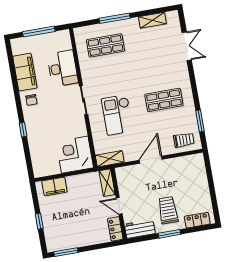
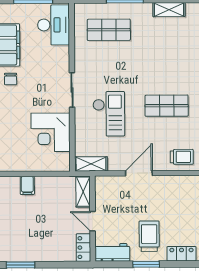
desk: (63, 68) -> (54, 25), moved
checkout: (117, 115) -> (109, 114), turned 180
corner desk: (75, 155) -> (51, 132), moved, turned -90
filing cabinet: (54, 186) -> (27, 185), width x0.50

